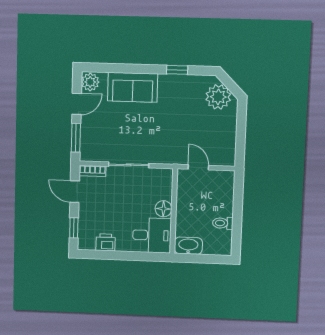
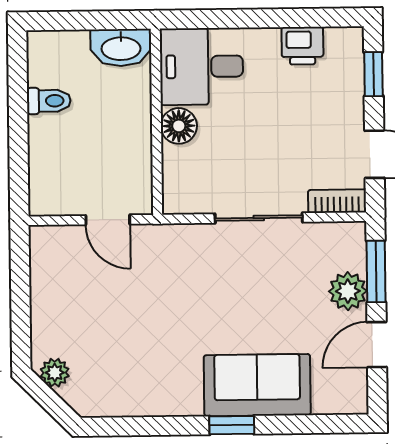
window: (177, 70) -> (232, 425), moved
plant: (90, 82) -> (348, 291), moved
plant: (218, 97) -> (55, 373), width x0.53, depth x0.53

